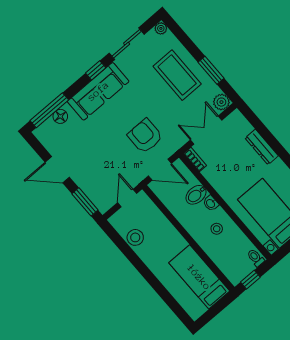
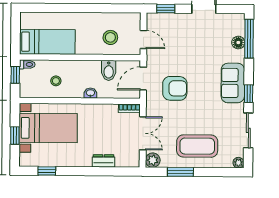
sofa: (98, 91) -> (233, 83), width x0.73
dresser: (262, 147) -> (103, 161), width x0.70
bidet: (196, 195) -> (109, 70), moved, turned 180
window: (85, 202) -> (166, 9), width x0.67
stool: (217, 229) -> (56, 81), moved
stool: (135, 237) -> (110, 37), moved
toilet: (256, 258) -> (27, 64), moved

